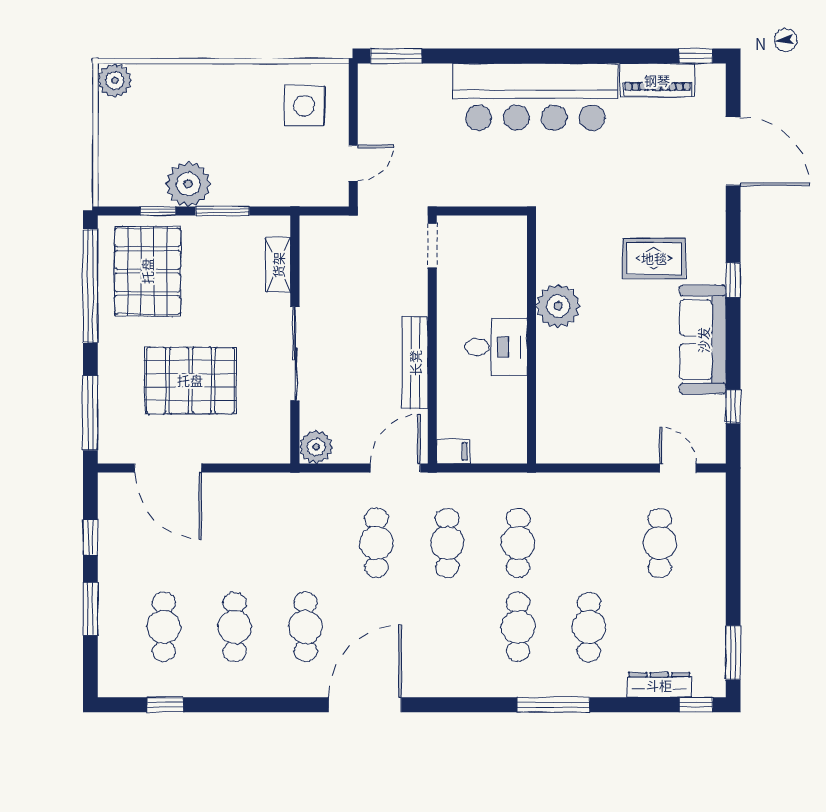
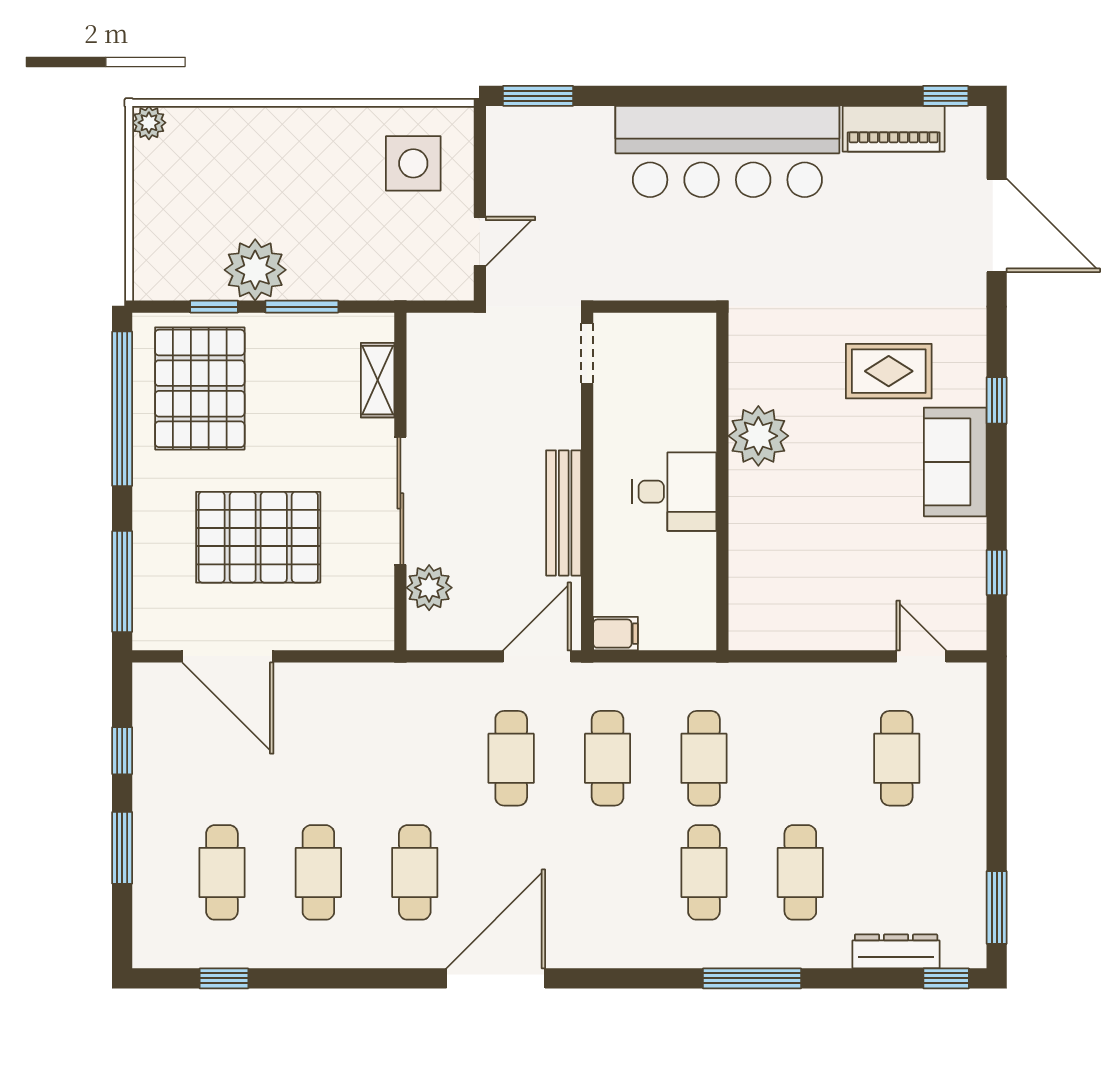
plant: (115, 80) -> (149, 123), width x0.73, depth x0.73
sofa: (703, 340) -> (955, 462), width x0.73
plant: (316, 447) -> (429, 588), moved

